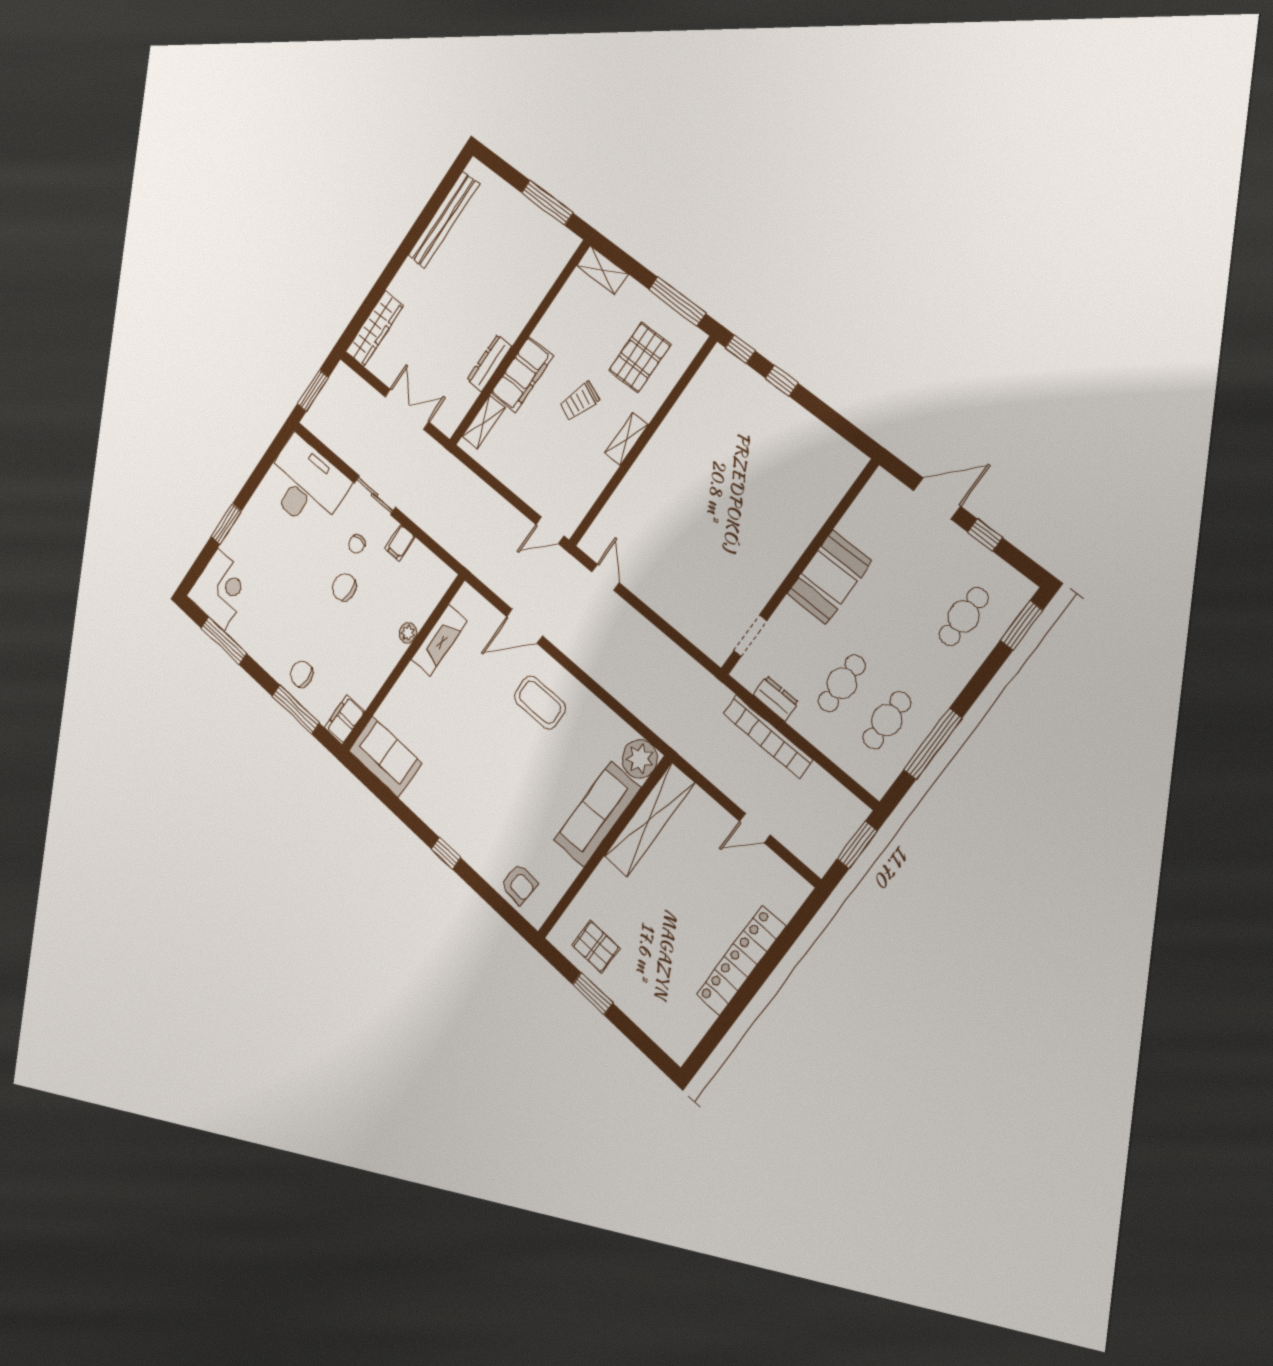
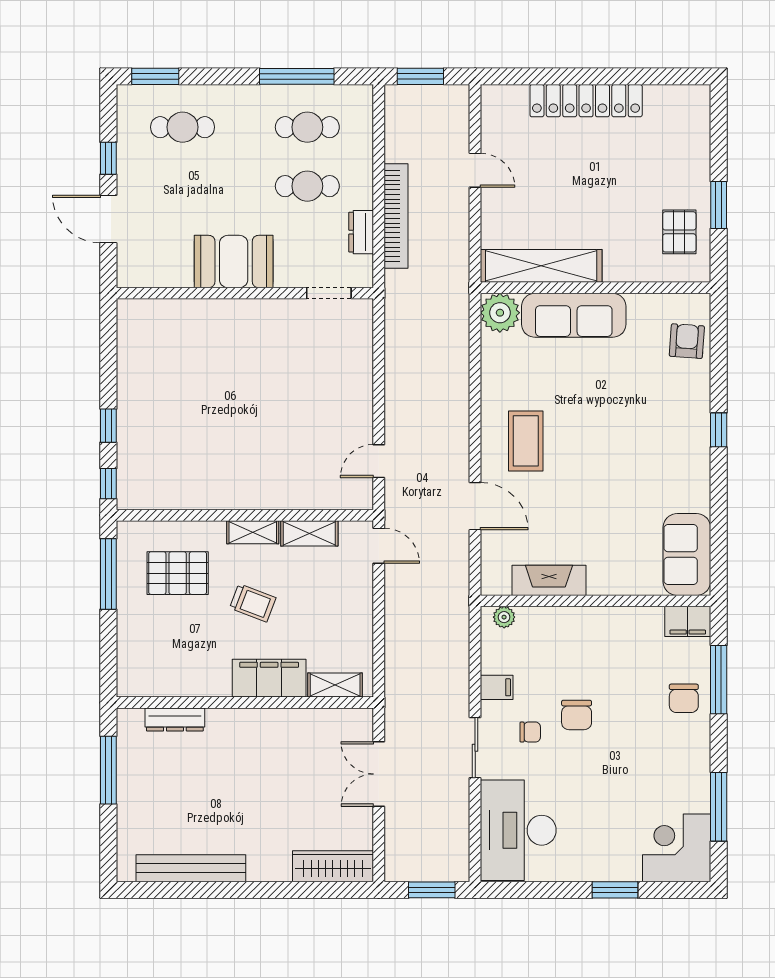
shelving: (602, 270) -> (309, 533), moved, turned 90
dresser: (489, 363) -> (175, 720), moved
plant: (408, 633) -> (504, 617), moved

